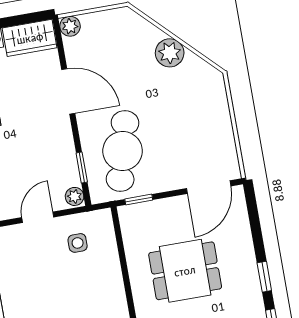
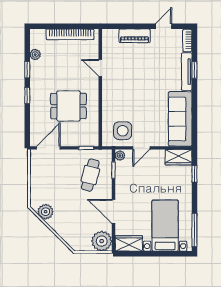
plant: (70, 26) -> (102, 241), width x1.88, depth x1.88
plant: (170, 53) -> (46, 212), moved
cafe table: (123, 151) -> (90, 175), width x0.73, depth x0.74
side table: (78, 243) -> (123, 131), width x1.87, depth x1.87

